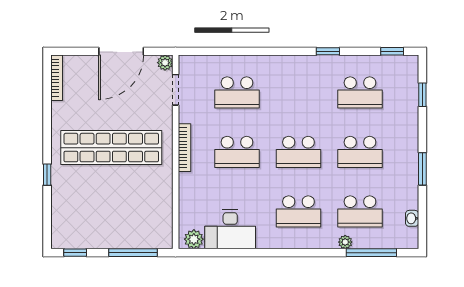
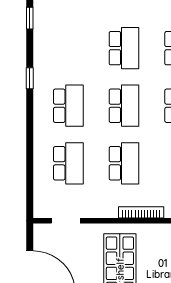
plant: (165, 63) -> (40, 231), removed
school desk: (360, 92) -> (68, 106), moved
bookcase: (184, 148) -> (141, 212), moved

